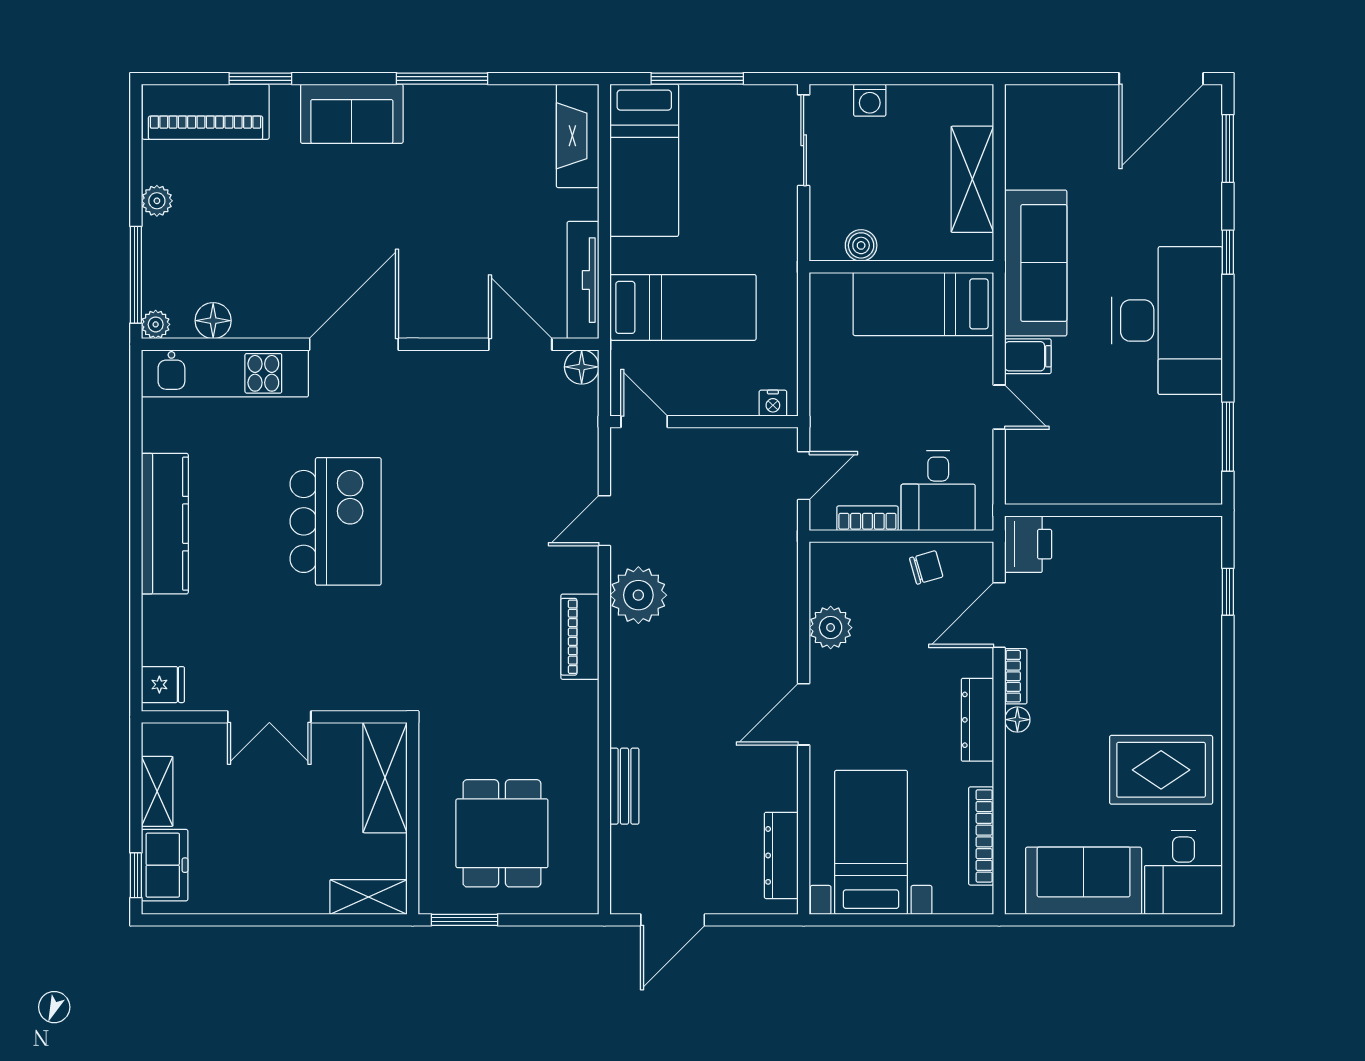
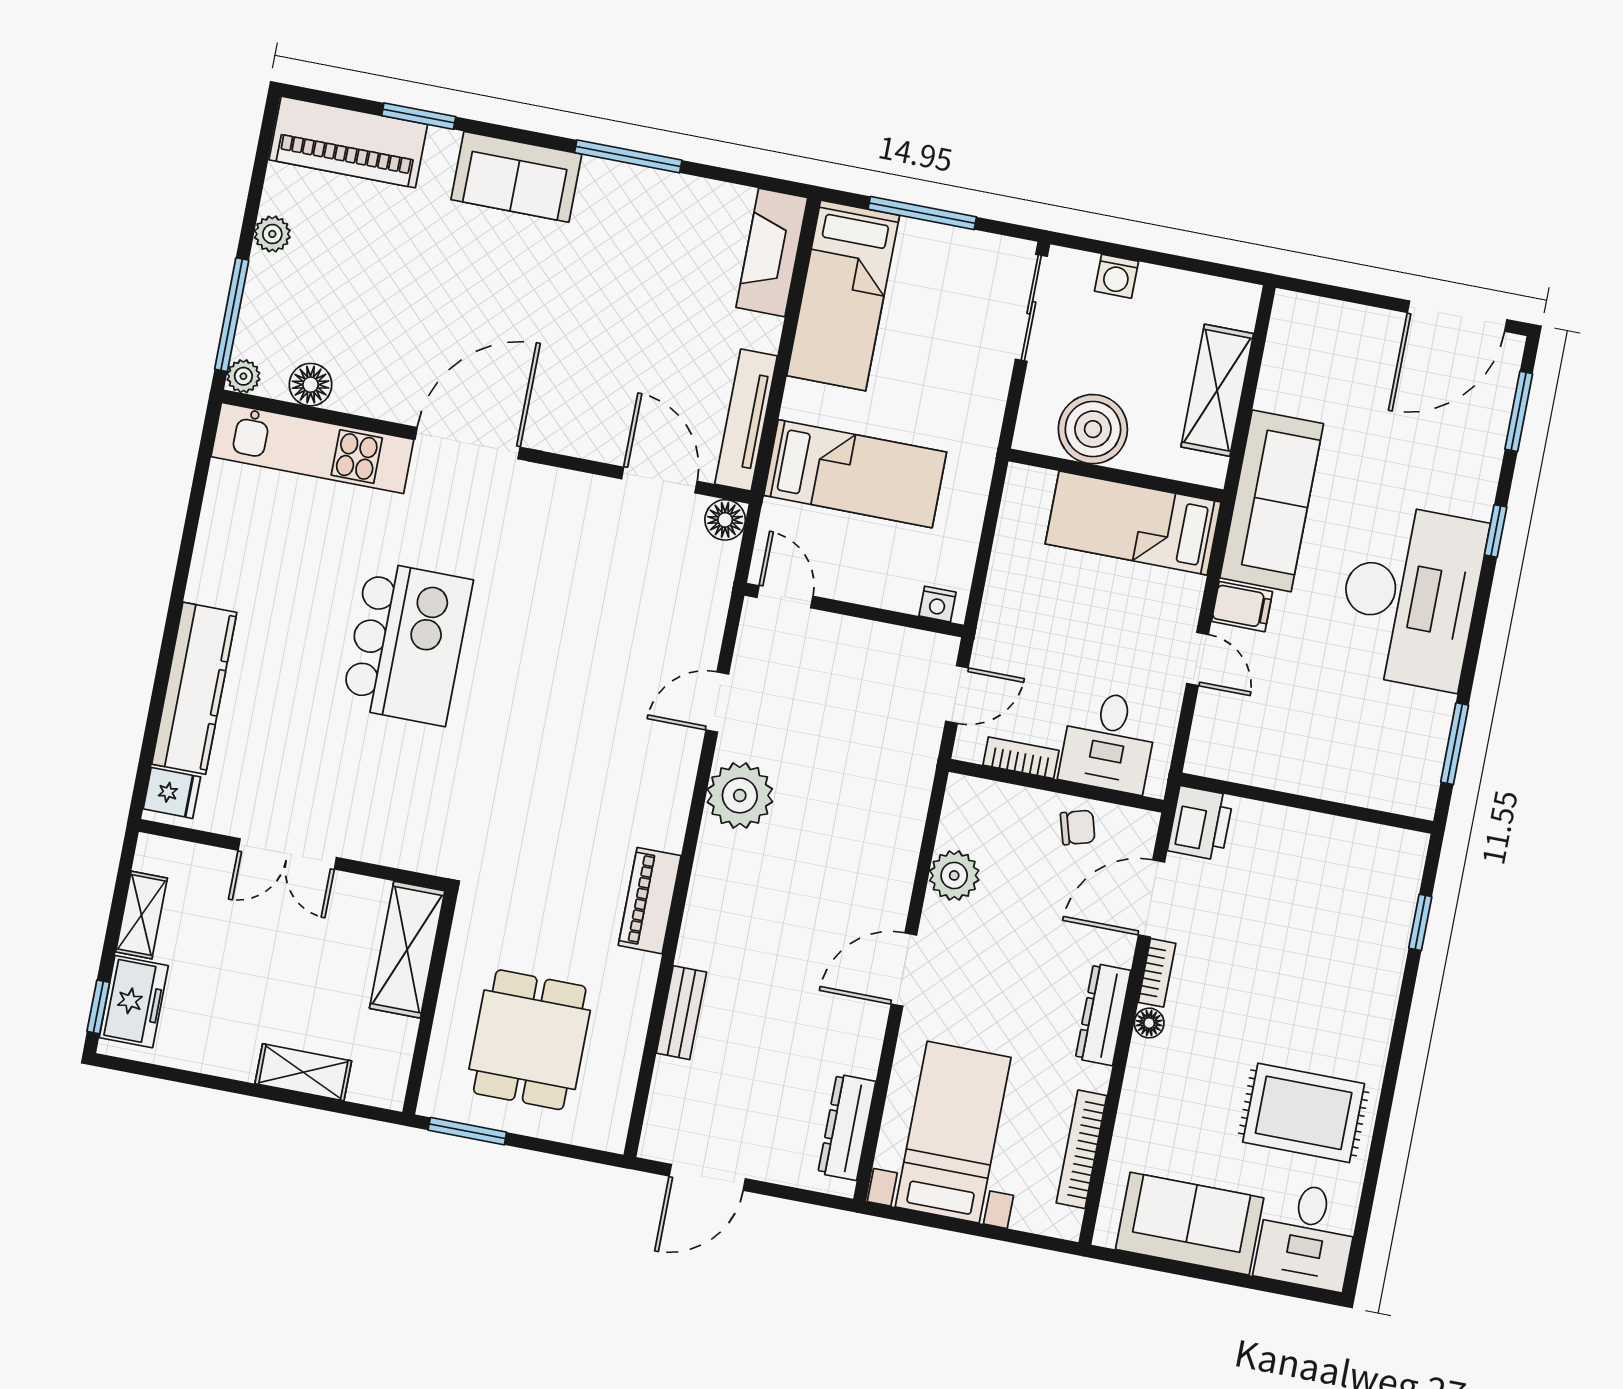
boiler: (861, 245) -> (1093, 429), width x1.86, depth x1.86
kitchen counter: (165, 524) -> (194, 688), moved
piano: (580, 637) -> (650, 901), moved
shelving: (368, 897) -> (303, 1072), moved

